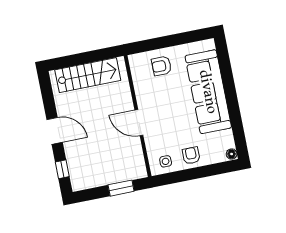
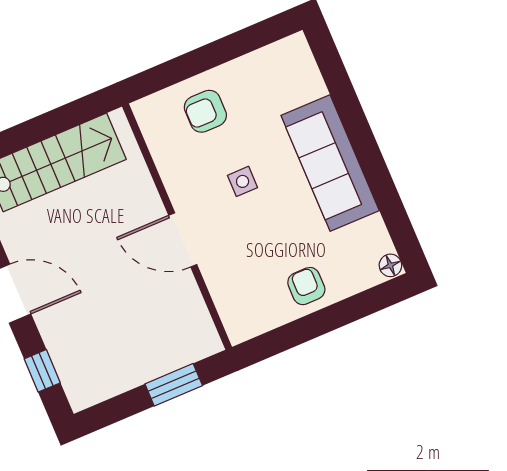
sofa: (208, 92) -> (330, 163), width x0.74, depth x0.79
side table: (166, 161) -> (243, 181), moved

